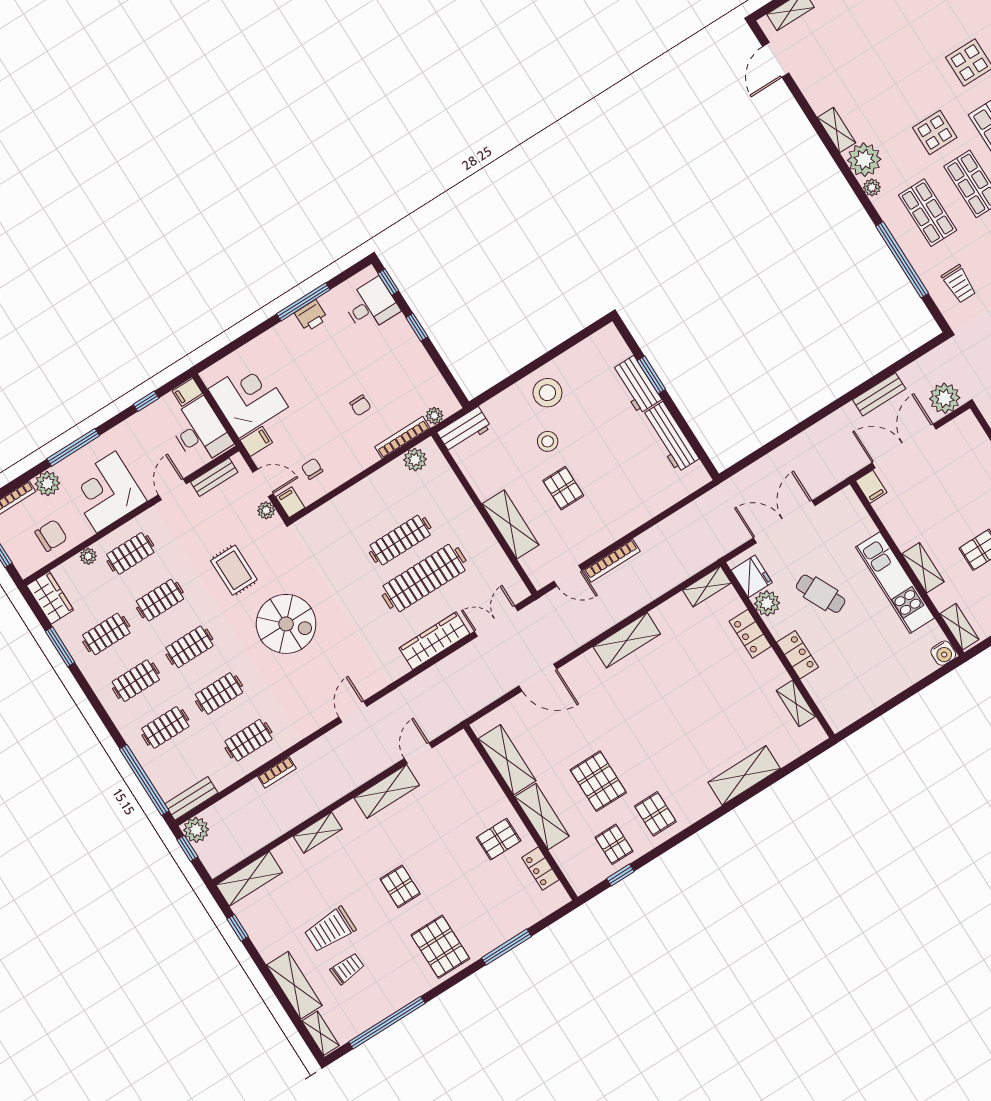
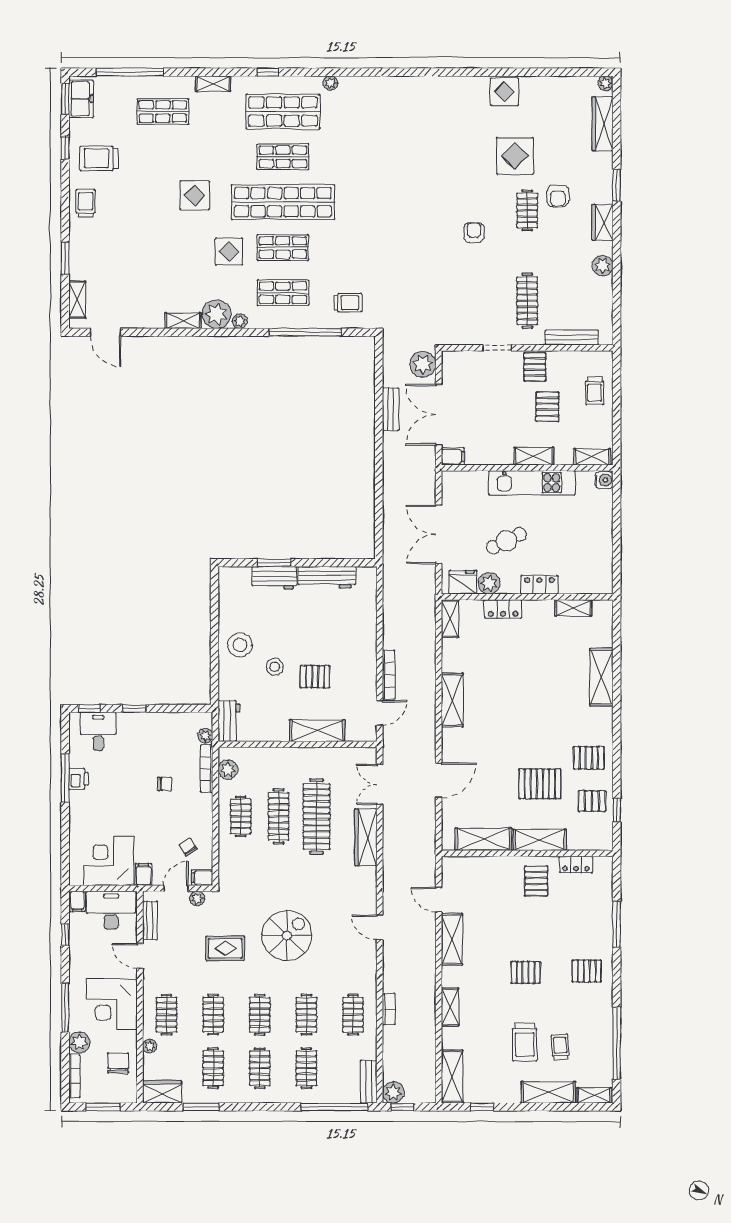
chair: (312, 469) -> (188, 847), turned 57
clothes rail: (376, 502) -> (241, 816), added
pallet: (440, 947) -> (587, 971), width x0.67, depth x0.71

